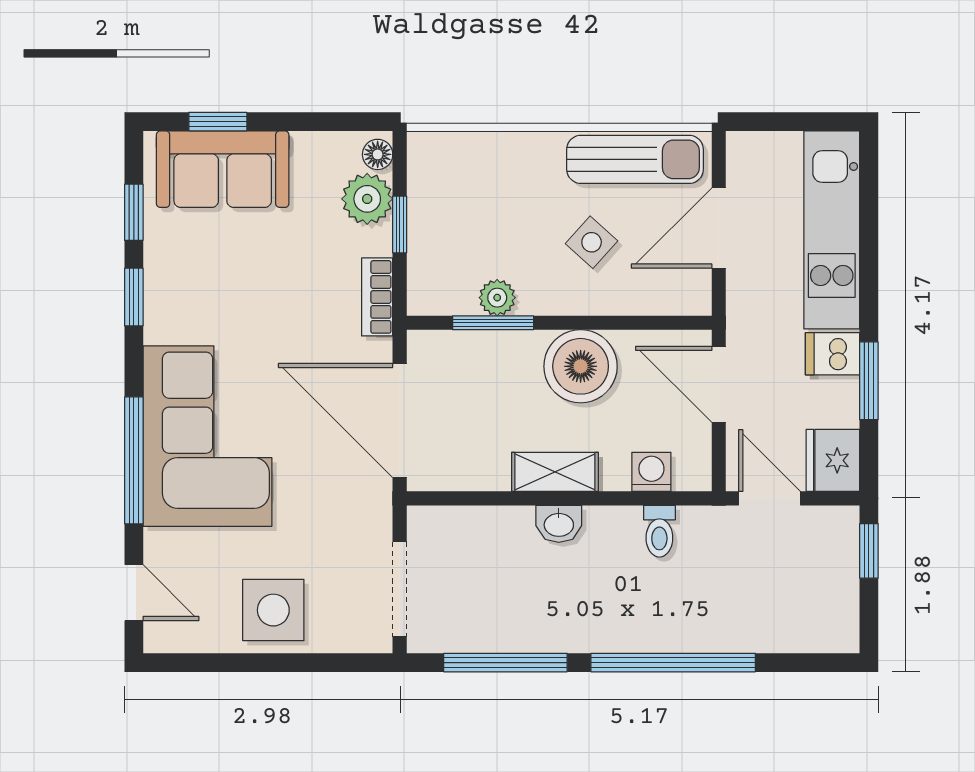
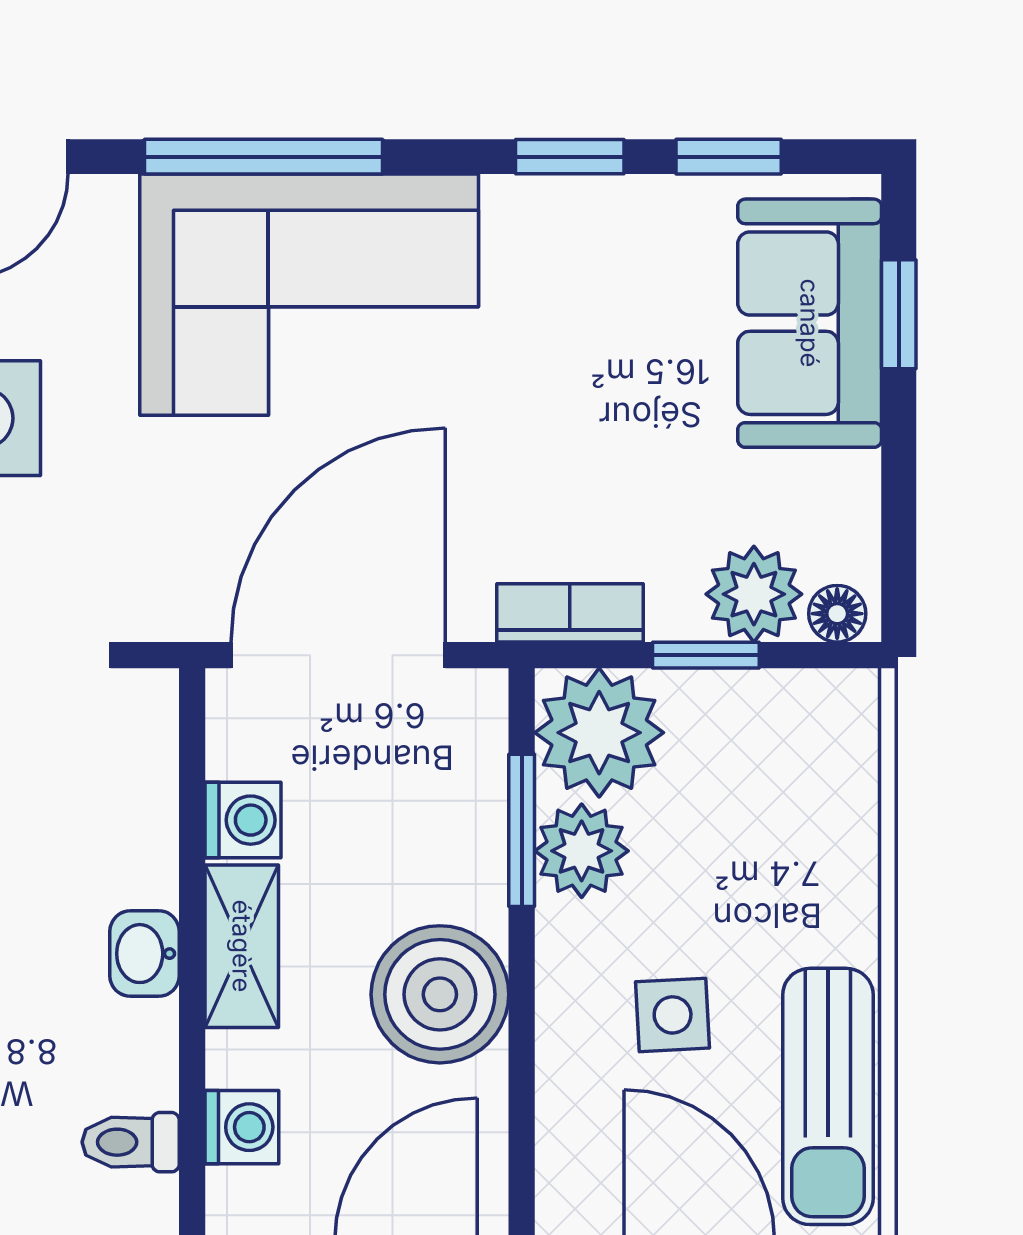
side table: (592, 242) -> (673, 1015), turned 45
plant: (441, 281) -> (599, 733), added
plant: (497, 298) -> (582, 851), width x1.38, depth x1.38
washing machine: (488, 471) -> (243, 820), added

